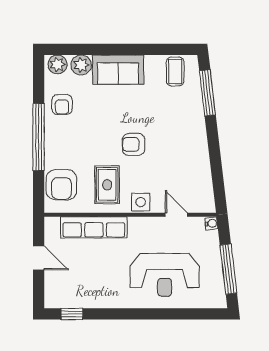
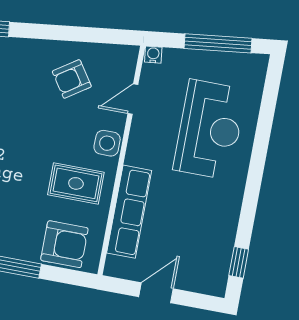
armchair: (134, 144) -> (72, 79), moved, turned 56

